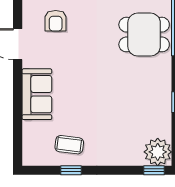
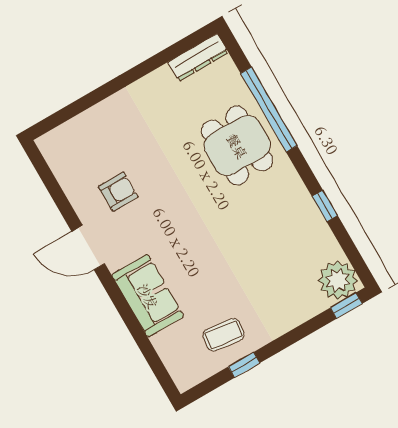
armchair: (56, 21) -> (118, 192), turned -90
dining table: (144, 35) -> (237, 146), turned 90

